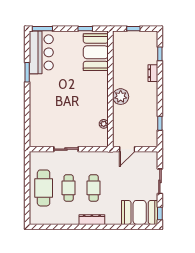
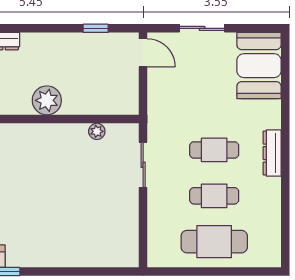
sliding door: (66, 149) -> (143, 165), moved
door: (127, 149) -> (143, 53), moved
window: (160, 213) -> (261, 28), removed

